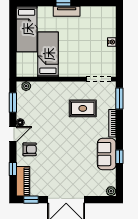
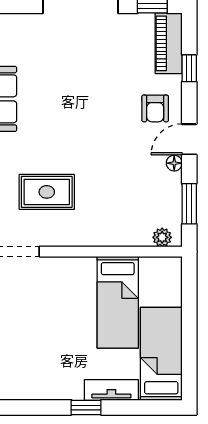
tv unit: (67, 11) -> (111, 390), moved
armchair: (30, 149) -> (155, 108), turned -90

